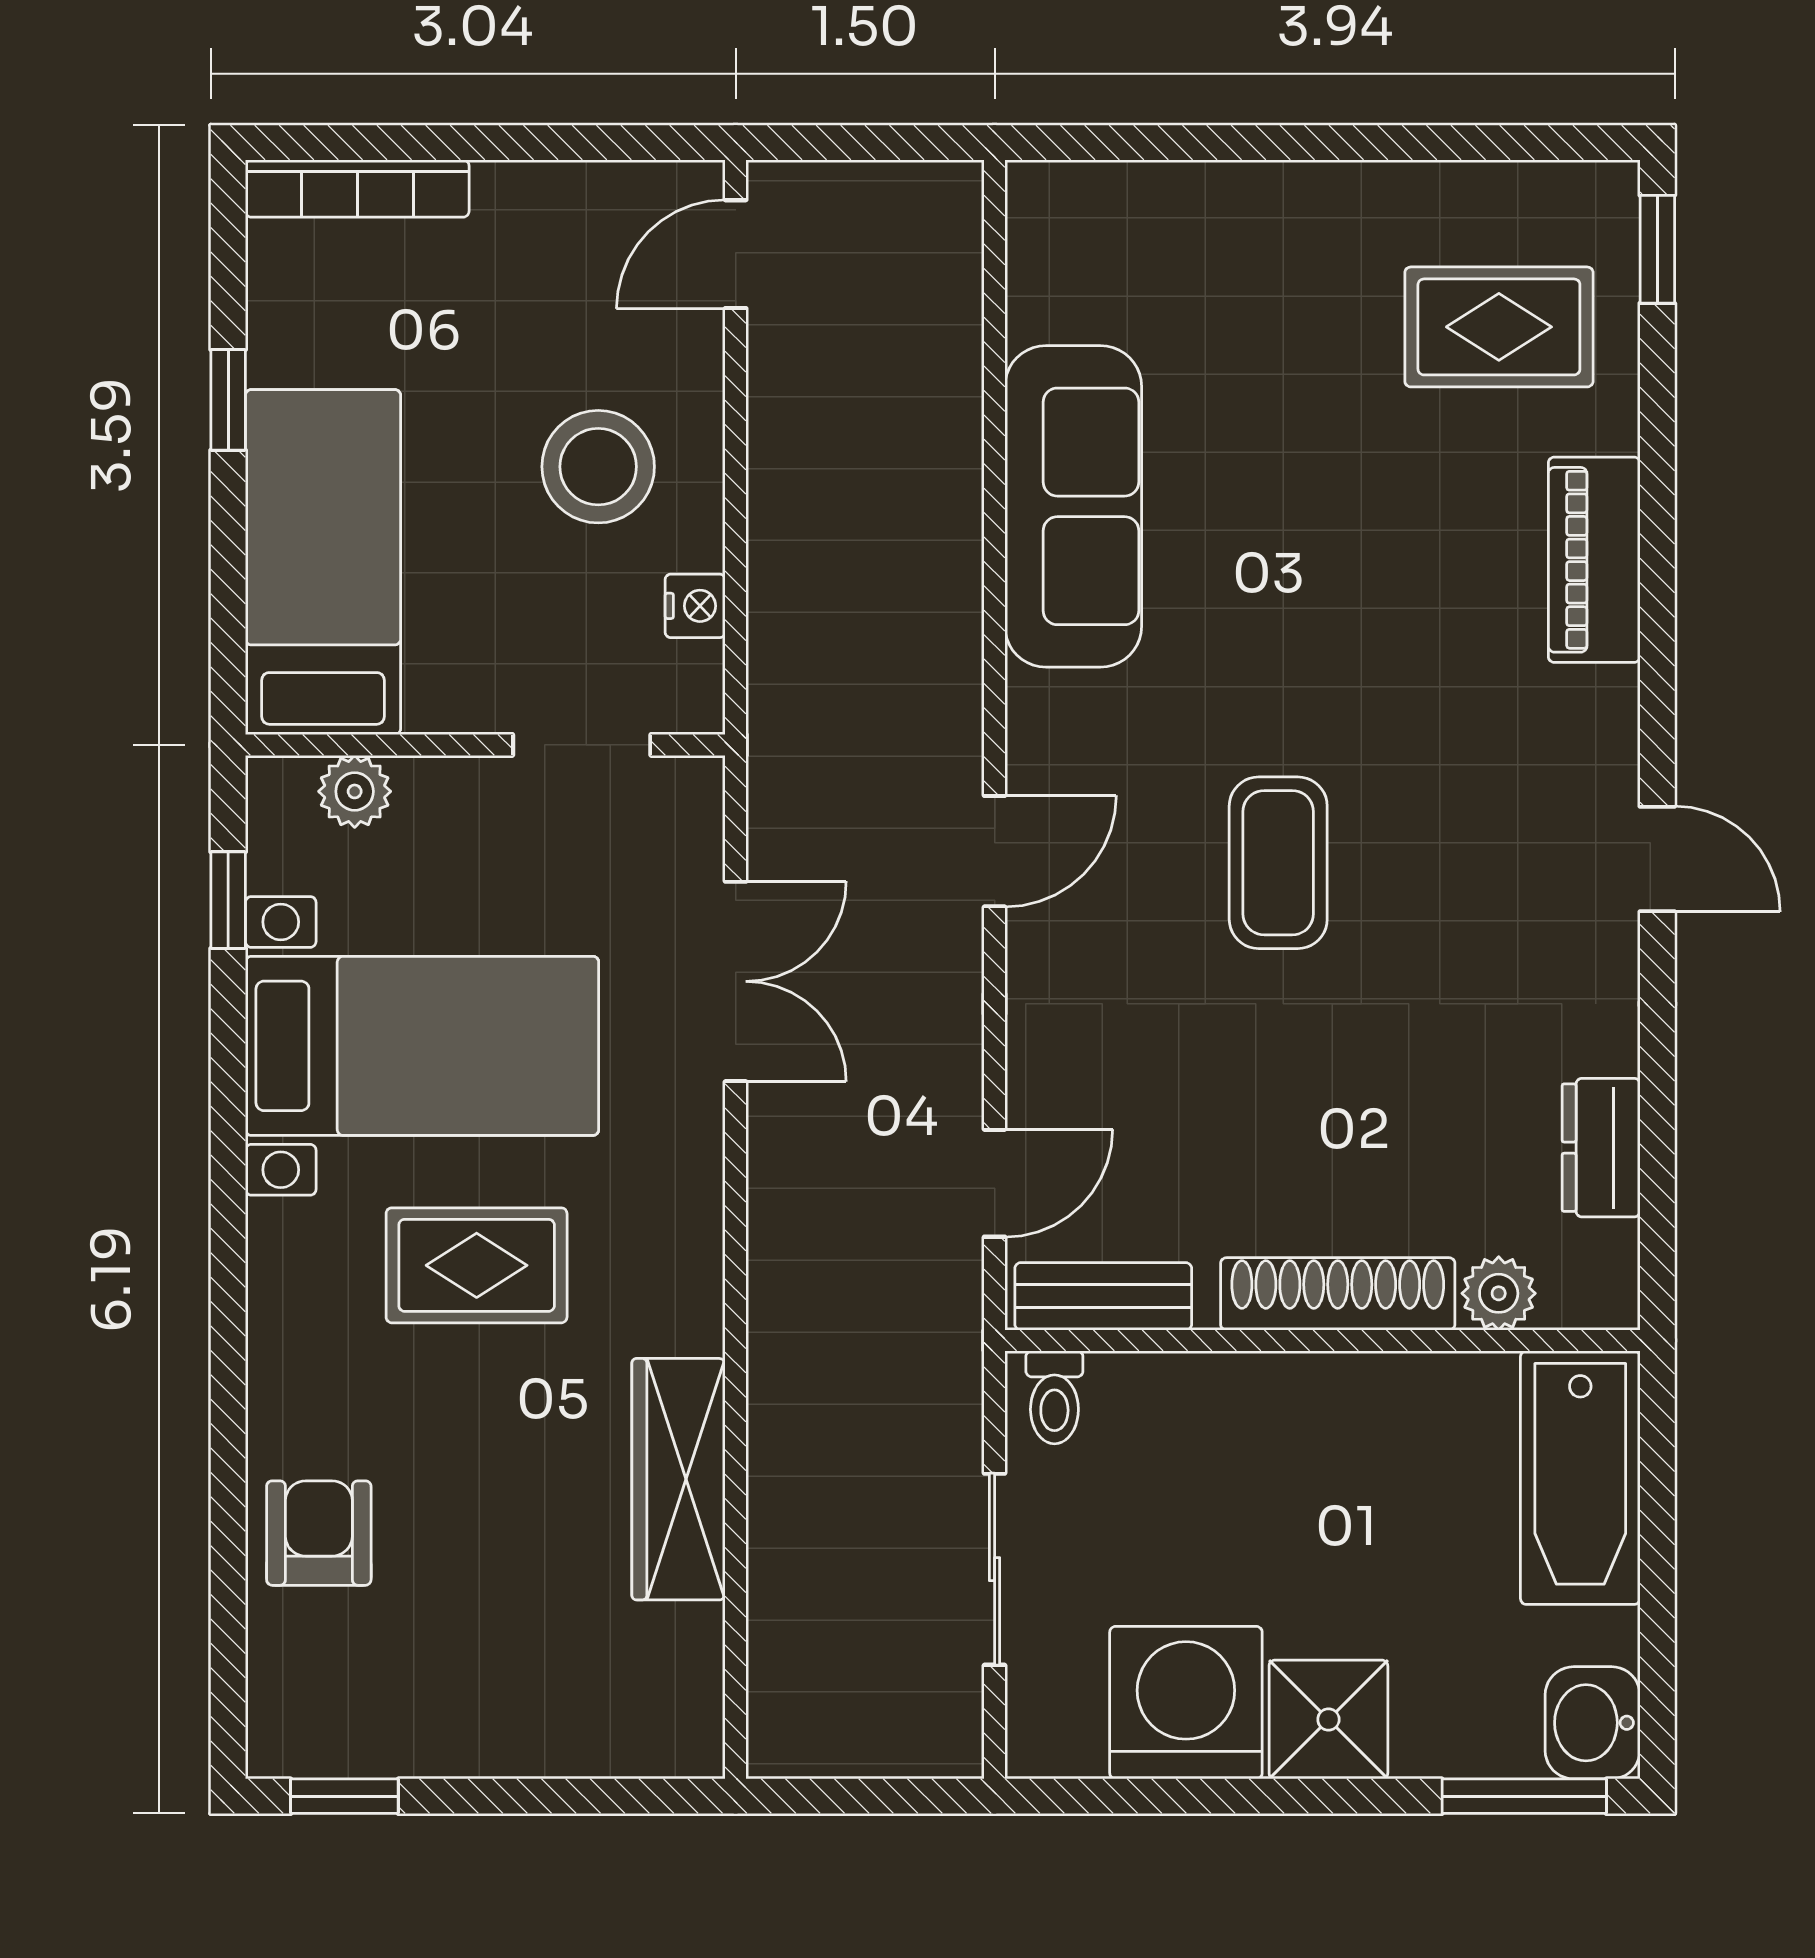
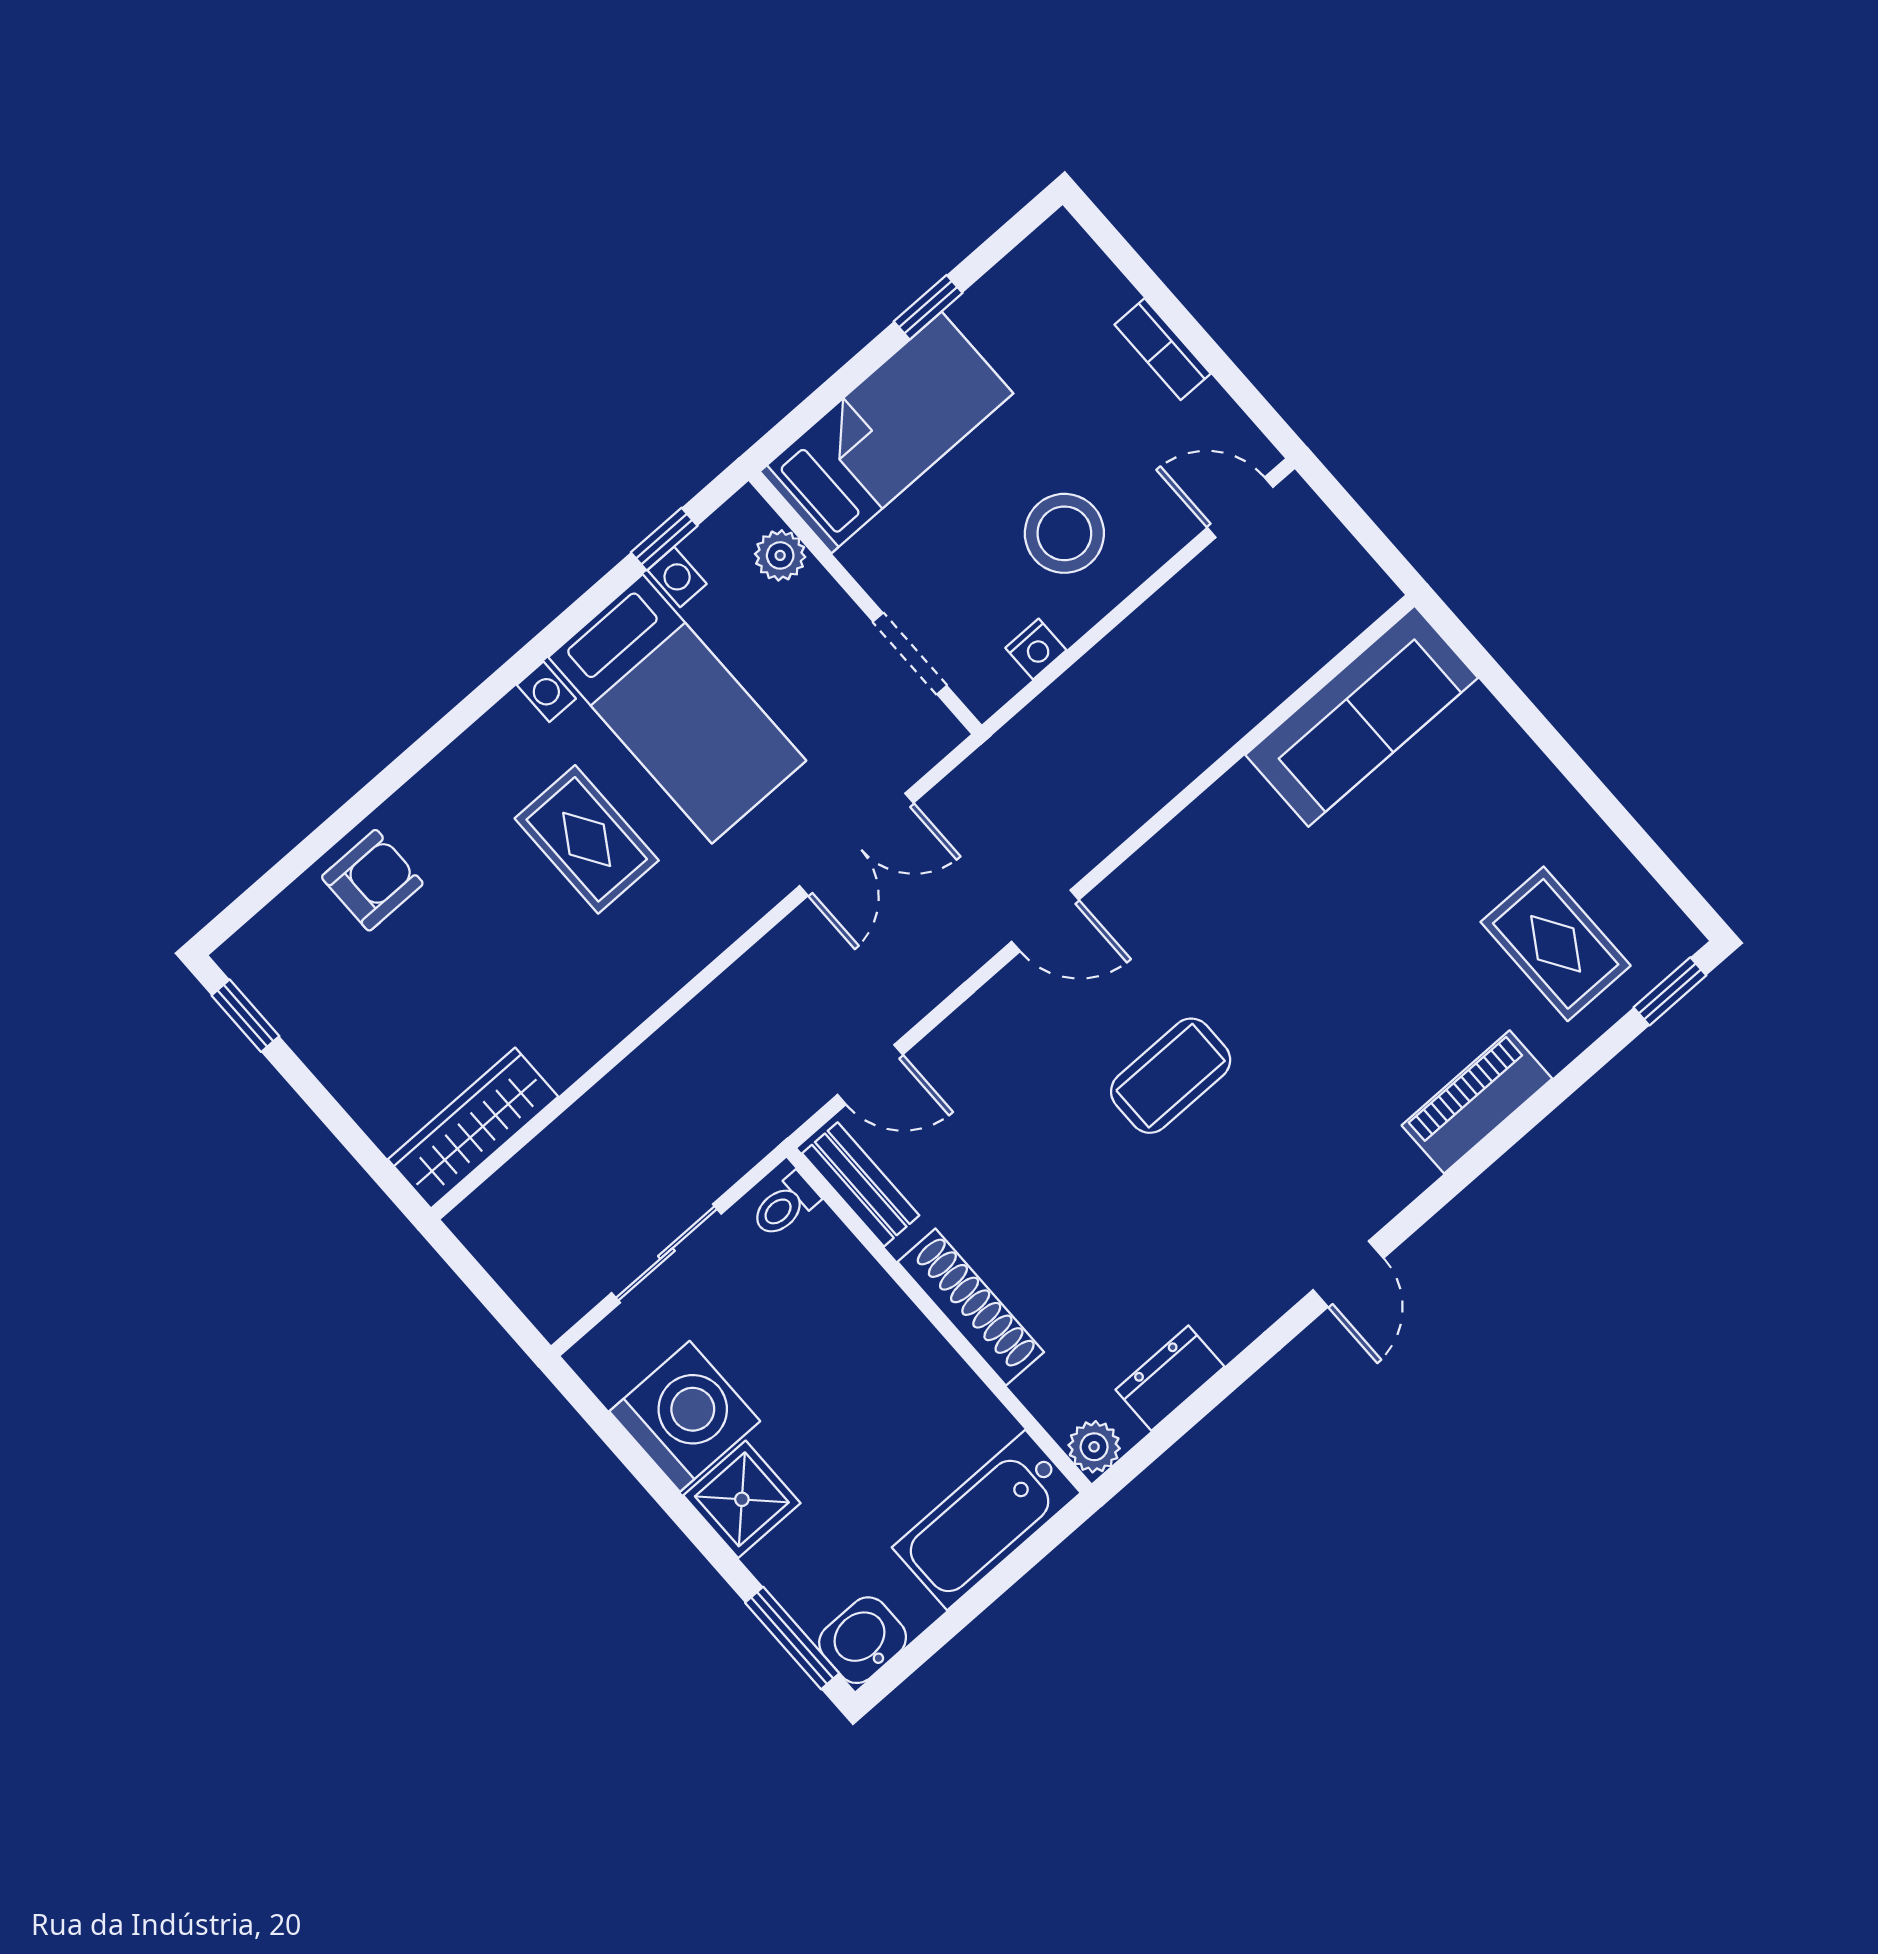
bookcase: (357, 188) -> (1163, 349), moved, width x0.64
sofa: (1073, 506) -> (1362, 716), moved
plant: (1499, 1293) -> (1094, 1447), moved
wardrobe: (679, 1479) -> (473, 1128), moved

